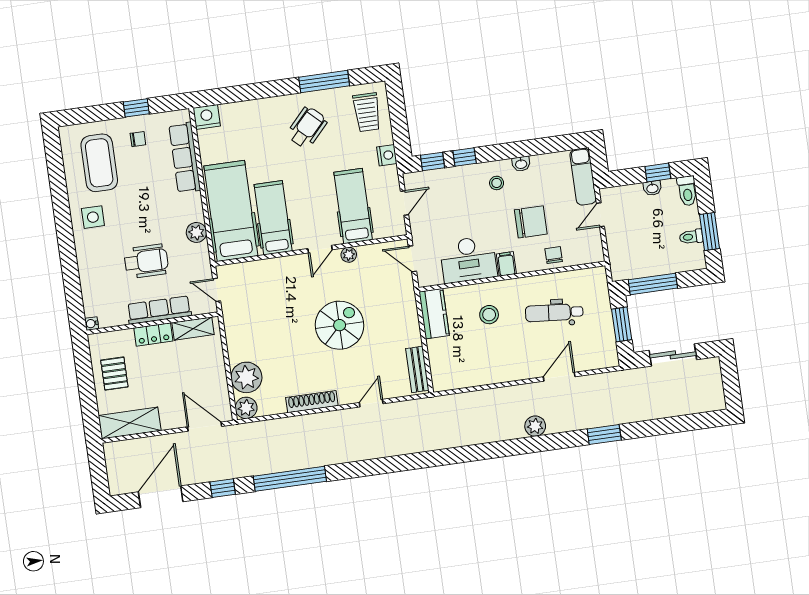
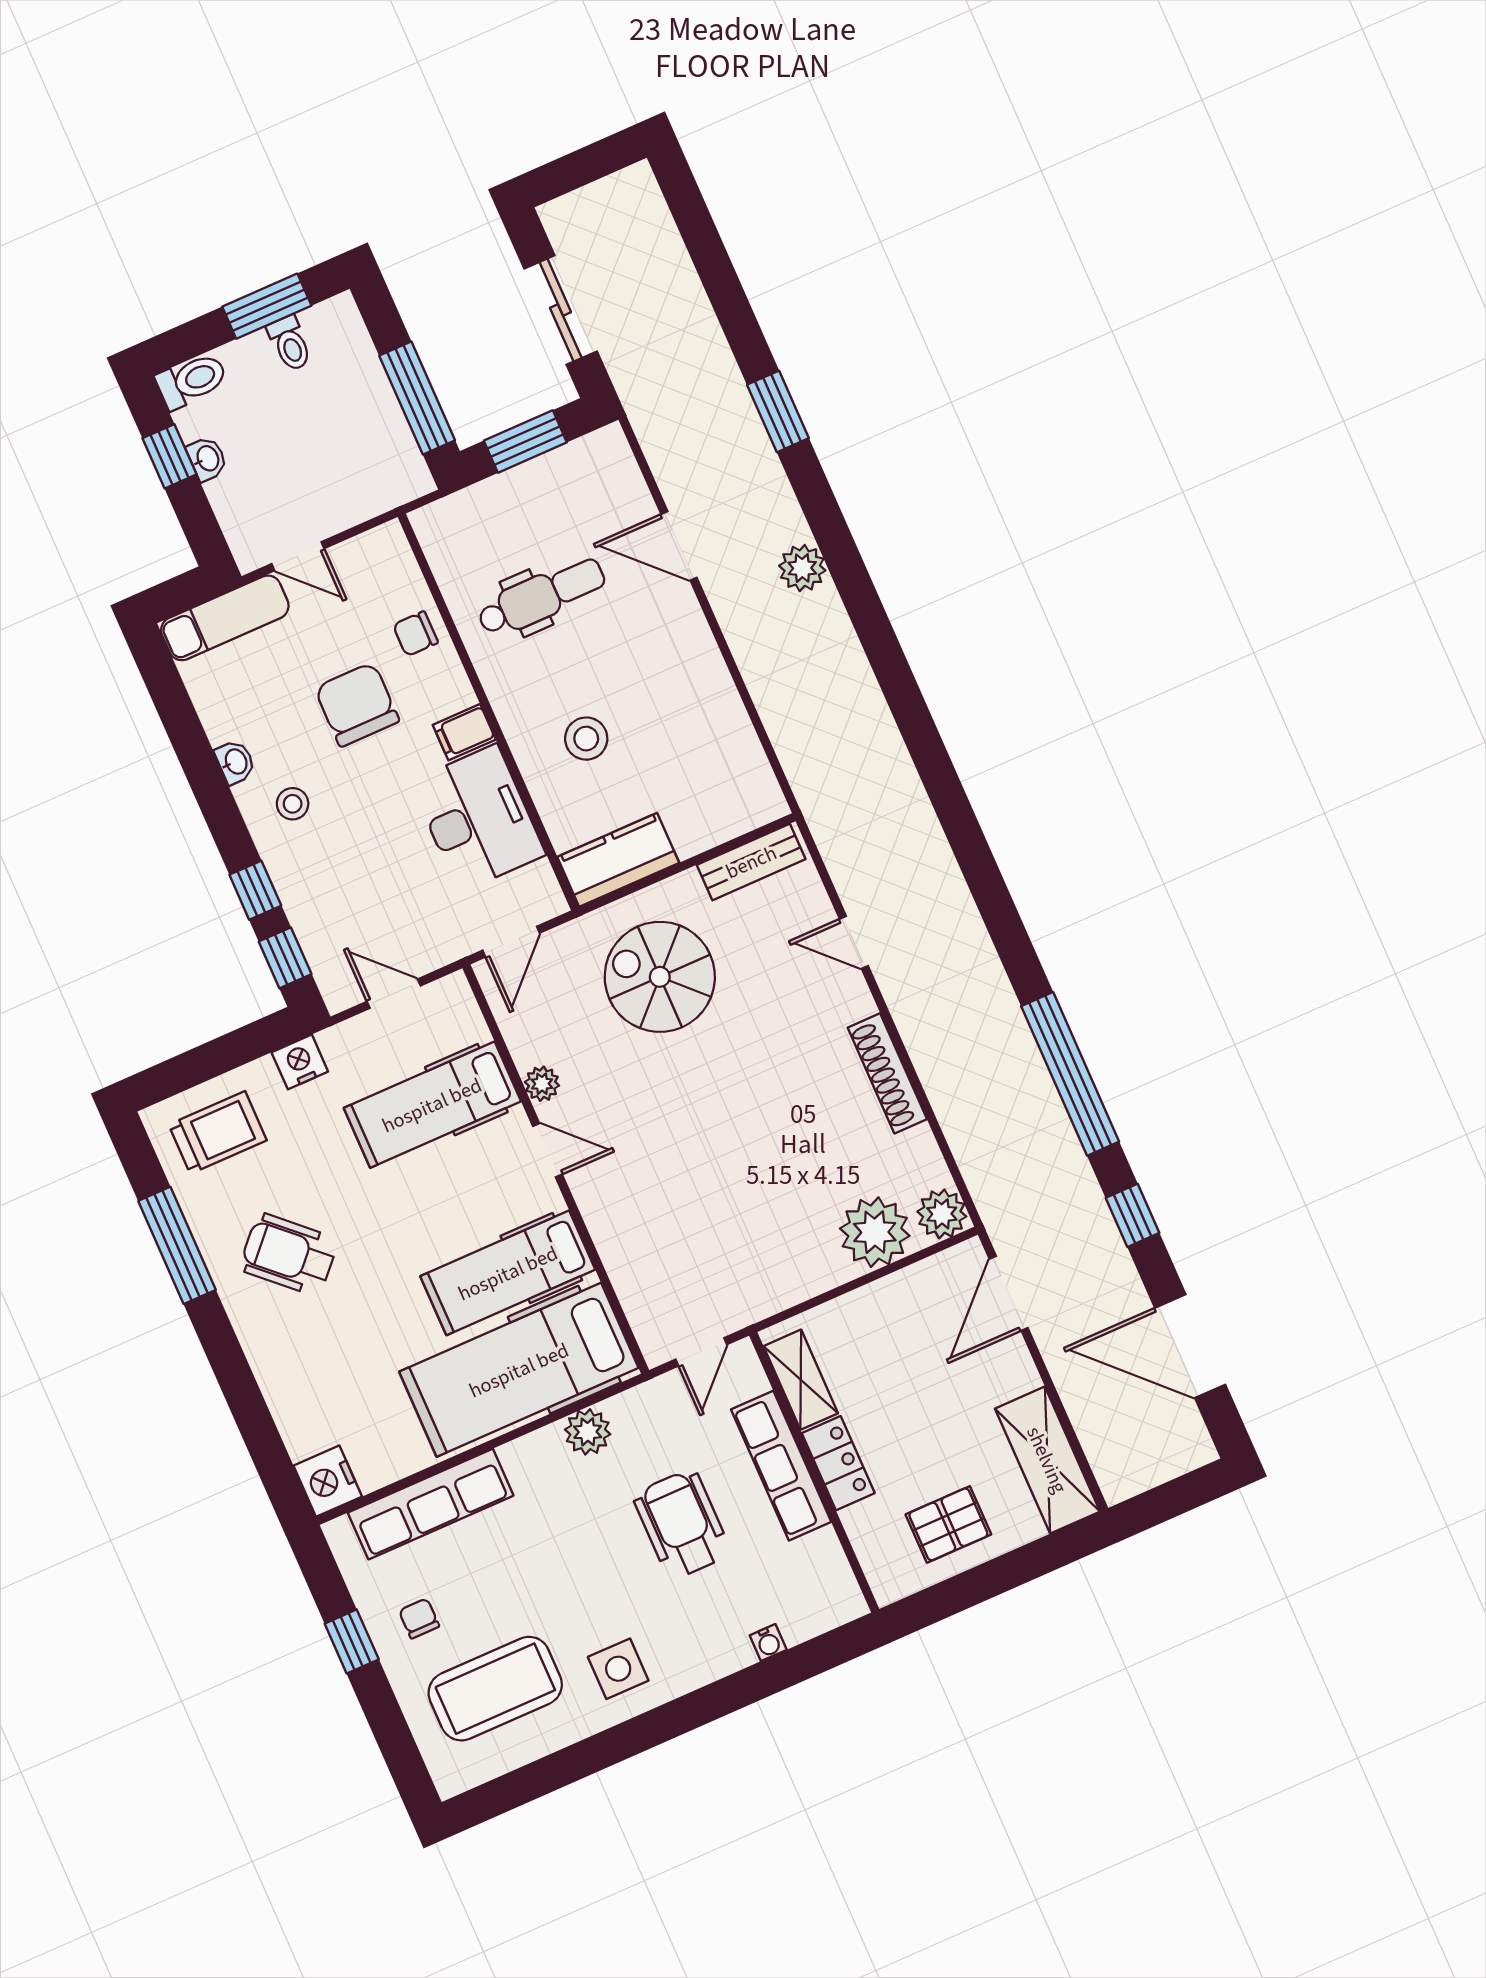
dental chair: (554, 313) -> (541, 597), turned -95
water cooler: (92, 324) -> (768, 1643), moved
spiral stairs: (340, 325) -> (660, 977), moved

